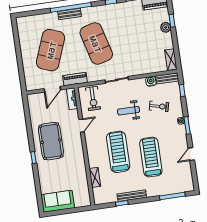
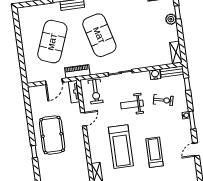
treadmill: (118, 152) -> (121, 147), turned 180
treadmill: (151, 157) -> (155, 152), width x0.73, depth x0.73

